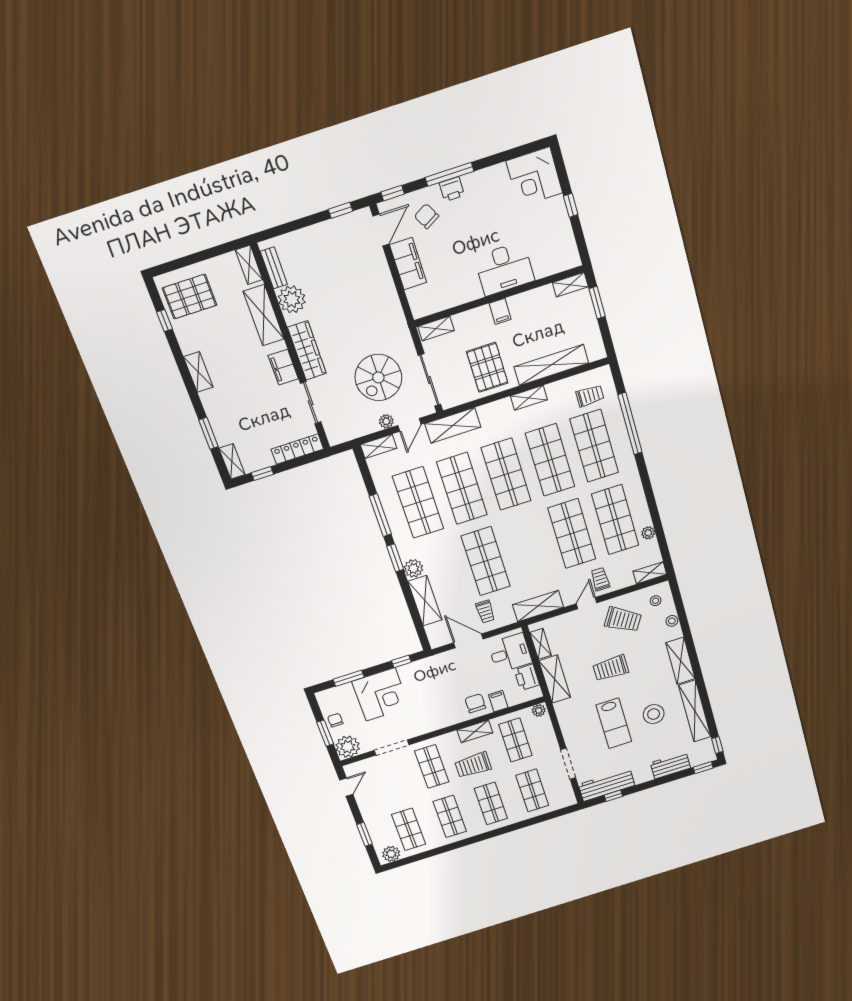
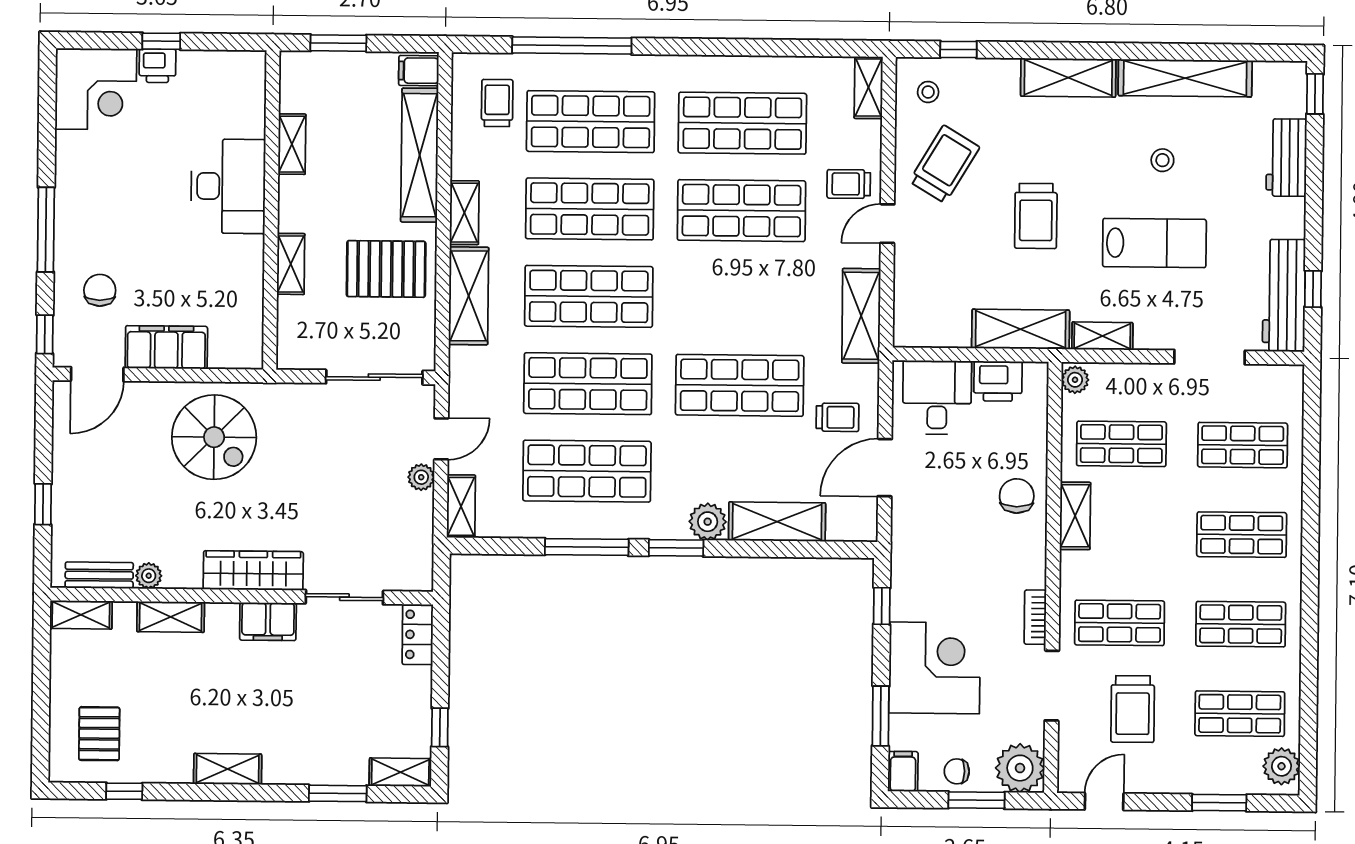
printer: (452, 189) -> (157, 66), moved, turned 90
window: (341, 210) -> (43, 504), moved
chair: (427, 216) -> (100, 290), turned 119
door: (381, 230) -> (97, 374), swing flipped
shelving: (570, 285) -> (292, 144), moved
pallet: (190, 297) -> (99, 734), width x0.67, depth x0.71
plant: (292, 299) -> (149, 576), width x0.53, depth x0.53
filing cabinet: (500, 311) -> (419, 71), moved, turned 180
shelving: (264, 315) -> (171, 617), width x0.67, depth x0.75
shelving: (436, 329) -> (291, 264), moved
spiral stairs: (378, 377) -> (214, 437), moved
door: (409, 425) -> (441, 439), hinge flipped
shelving: (453, 425) -> (469, 296), moved
locker: (297, 449) -> (418, 634), width x0.66
plant: (648, 533) -> (789, 69), removed
door: (586, 603) -> (887, 224), hinge flipped
stool: (672, 621) -> (980, 72), removed
shelving: (541, 644) -> (1102, 336), moved
filing cabinet: (498, 701) -> (903, 771), moved, turned 90
chair: (475, 703) -> (1017, 496), turned 90
stool: (654, 714) -> (1162, 160), width x0.53, depth x0.53
bookcase: (421, 730) -> (1035, 617), added
window: (717, 745) -> (958, 50), moved
trolley: (473, 765) -> (1133, 709), moved
door: (346, 787) -> (1104, 801), hinge flipped

